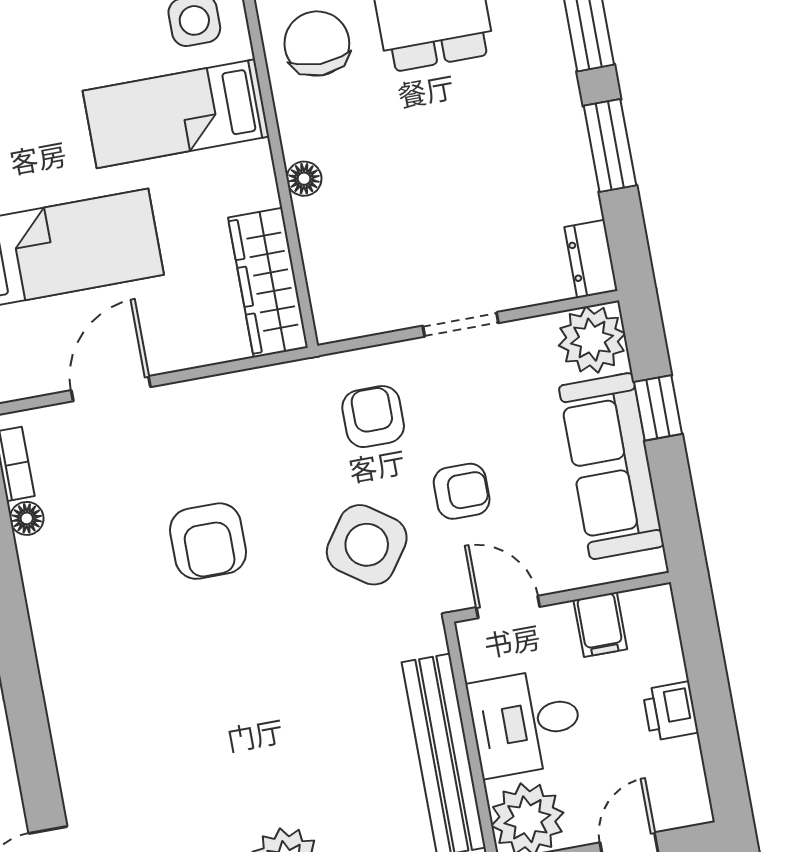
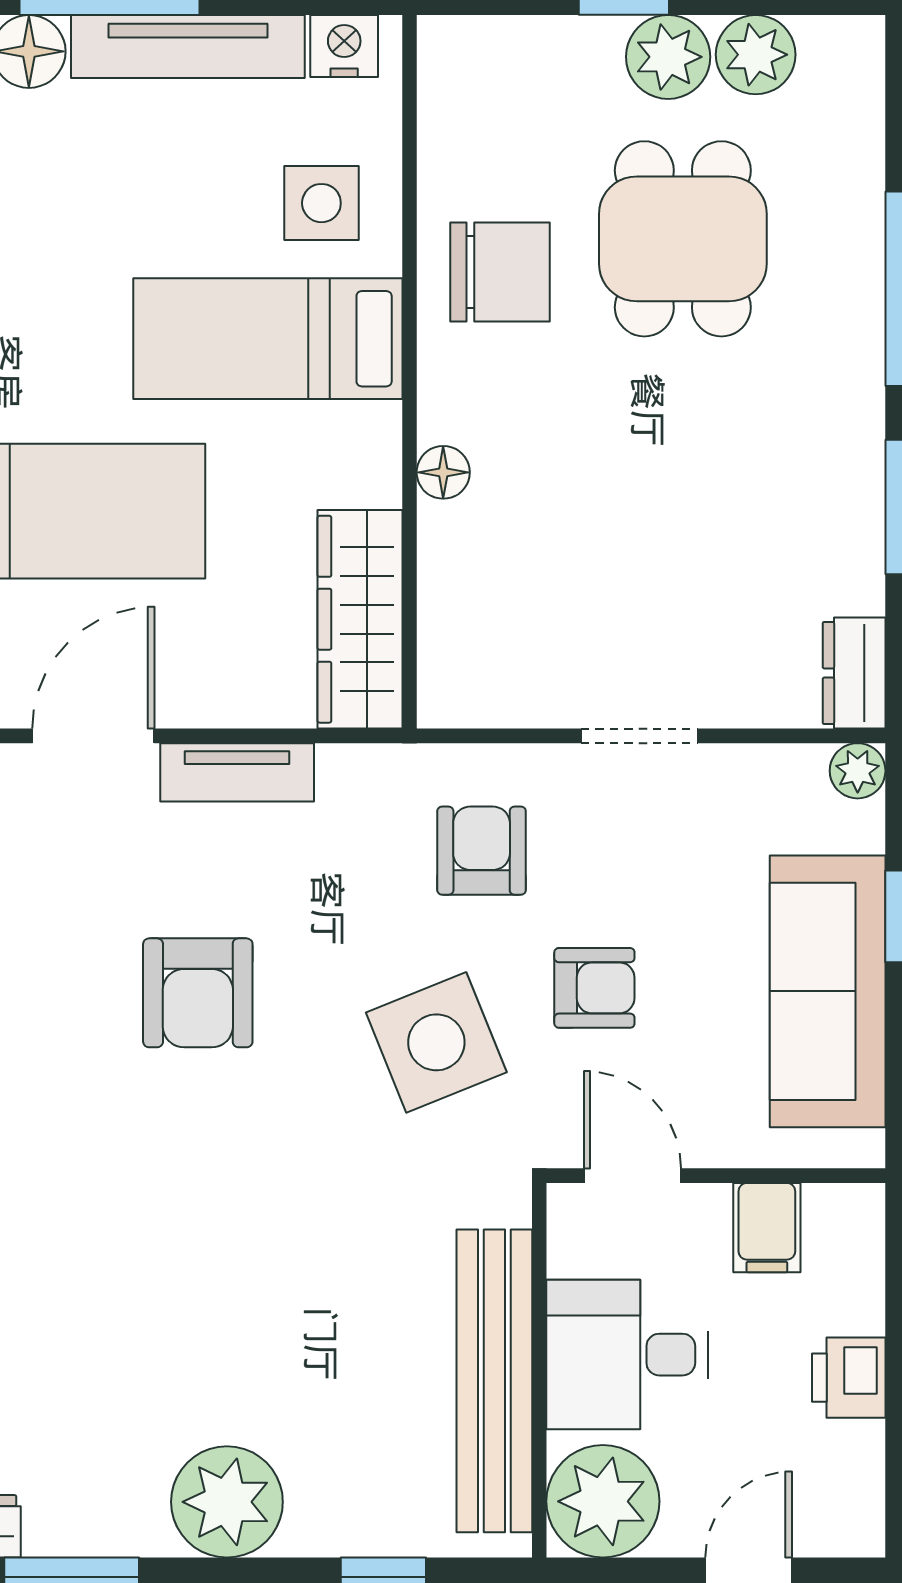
chair: (317, 44) -> (500, 272), turned 90
plant: (592, 340) -> (858, 771), width x0.53, depth x0.53
tv unit: (207, 395) -> (237, 772), added
side table: (367, 545) -> (436, 1042), turned 33

